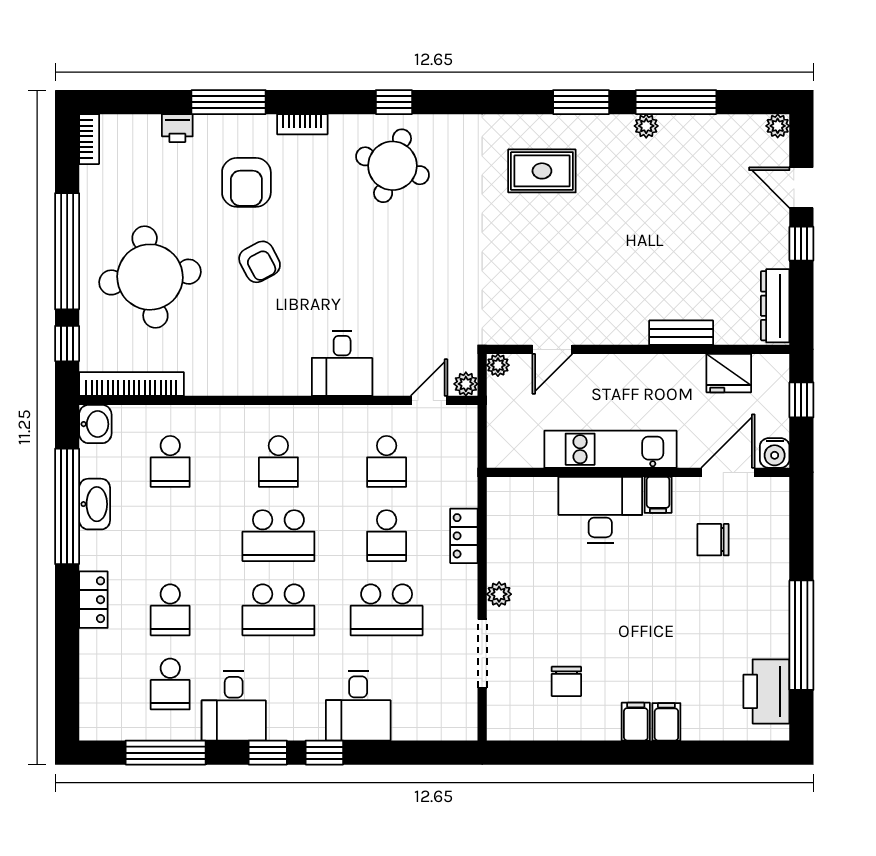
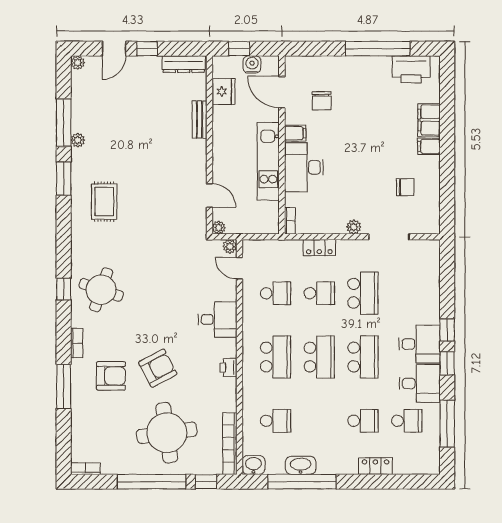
printer: (177, 128) -> (229, 367), moved, turned 180
armchair: (260, 262) -> (158, 368), width x1.38, depth x1.38
water cooler: (775, 453) -> (252, 64), moved, turned -90
school desk: (278, 461) -> (275, 357), width x1.85
bookcase: (509, 486) -> (290, 221), added
locker: (93, 600) -> (375, 466), moved
desk: (358, 706) -> (420, 344), moved
filing cabinet: (666, 722) -> (429, 120), width x2.00

